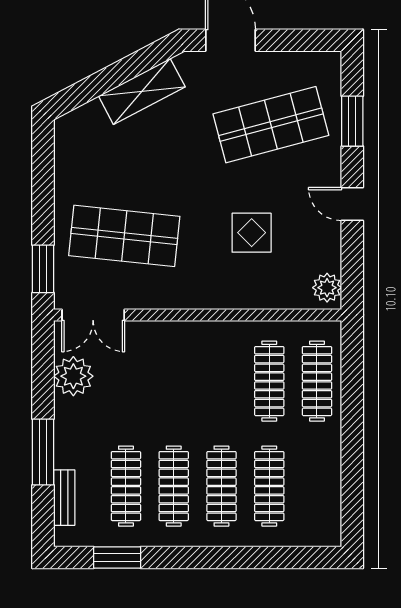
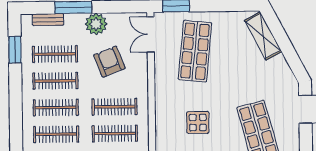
shelving: (142, 91) -> (263, 36), moved
plant: (73, 376) -> (96, 24), moved
clothes rail: (221, 381) -> (114, 107), added
armchair: (141, 389) -> (109, 62), added

